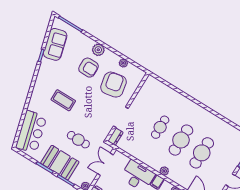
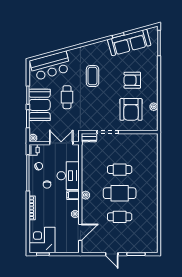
sofa: (55, 44) -> (129, 42), width x1.36
plant: (98, 50) -> (152, 79), removed
armchair: (89, 68) -> (132, 80), turned 90
armchair: (113, 85) -> (131, 109), turned 101
cafe table: (78, 140) -> (67, 97), moved
cafe table: (202, 153) -> (120, 217), width x0.73, depth x0.74

